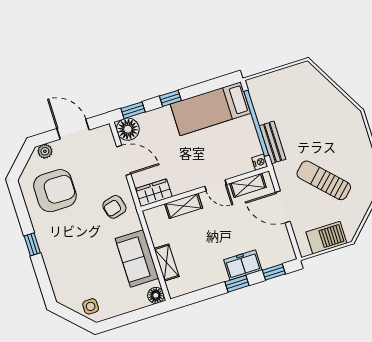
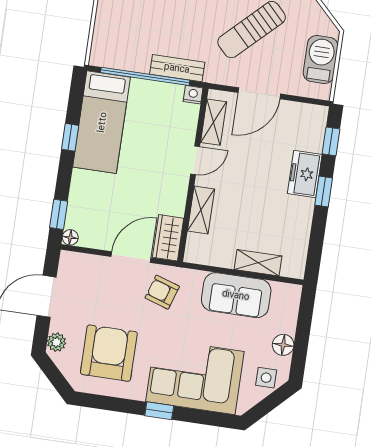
window: (170, 98) -> (70, 137), moved
floor lamp: (128, 129) -> (70, 237), width x0.53, depth x0.53
door: (124, 160) -> (131, 257), moved
armchair: (114, 207) -> (162, 292), turned 123
corner sofa: (68, 257) -> (195, 377), added
floor lamp: (156, 295) -> (283, 345), moved

